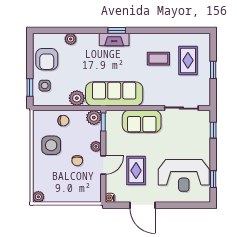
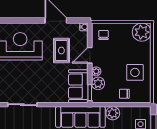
plant: (94, 118) -> (98, 83), moved
sofa: (142, 121) -> (78, 86), moved, turned -90
chair: (77, 161) -> (104, 35), moved
plant: (38, 197) -> (142, 32), width x1.88, depth x1.88

